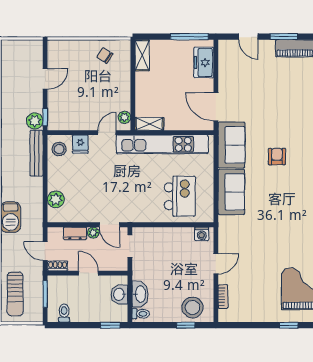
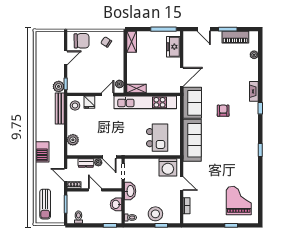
chair: (69, 54) -> (82, 41), added
door: (216, 107) -> (182, 77), swing flipped
sofa: (231, 192) -> (192, 140), width x1.36
washing machine: (202, 234) -> (168, 167), width x1.89, depth x1.89
door: (216, 264) -> (182, 184), hinge flipped
washbasin: (140, 294) -> (130, 191), moved
stool: (192, 307) -> (155, 214), moved

